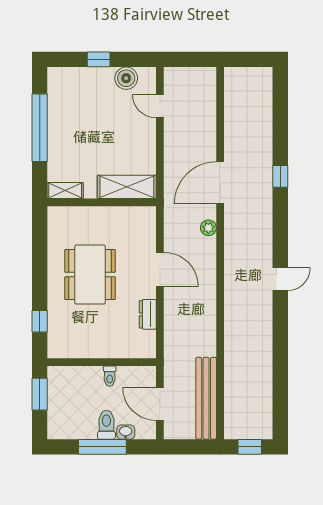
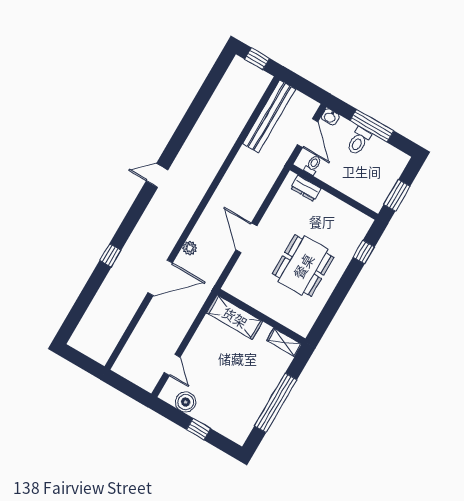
dresser: (148, 314) -> (306, 188), moved, turned 90
toilet: (110, 376) -> (313, 165), moved
washbasin: (126, 432) -> (330, 117), moved

